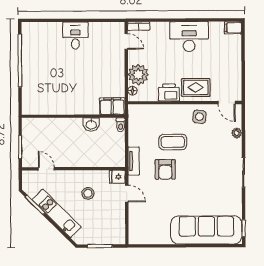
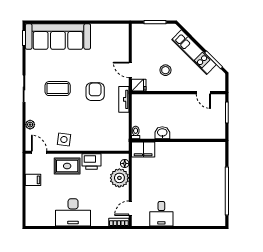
filing cabinet: (233, 28) -> (33, 180), moved
desk: (75, 36) -> (161, 214), moved
door: (126, 41) -> (130, 208), hinge flipped
coffee table: (173, 142) -> (58, 89), moved

